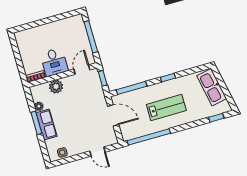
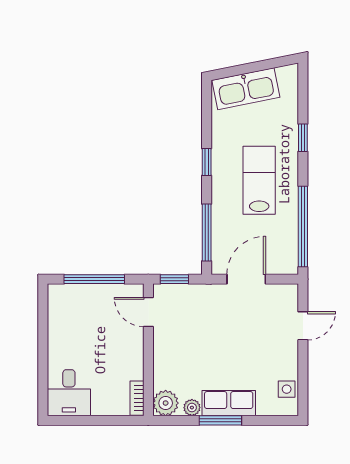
desk: (54, 62) -> (69, 393), moved, turned 90
plant: (56, 87) -> (166, 403), moved
window: (216, 118) -> (303, 138), moved

